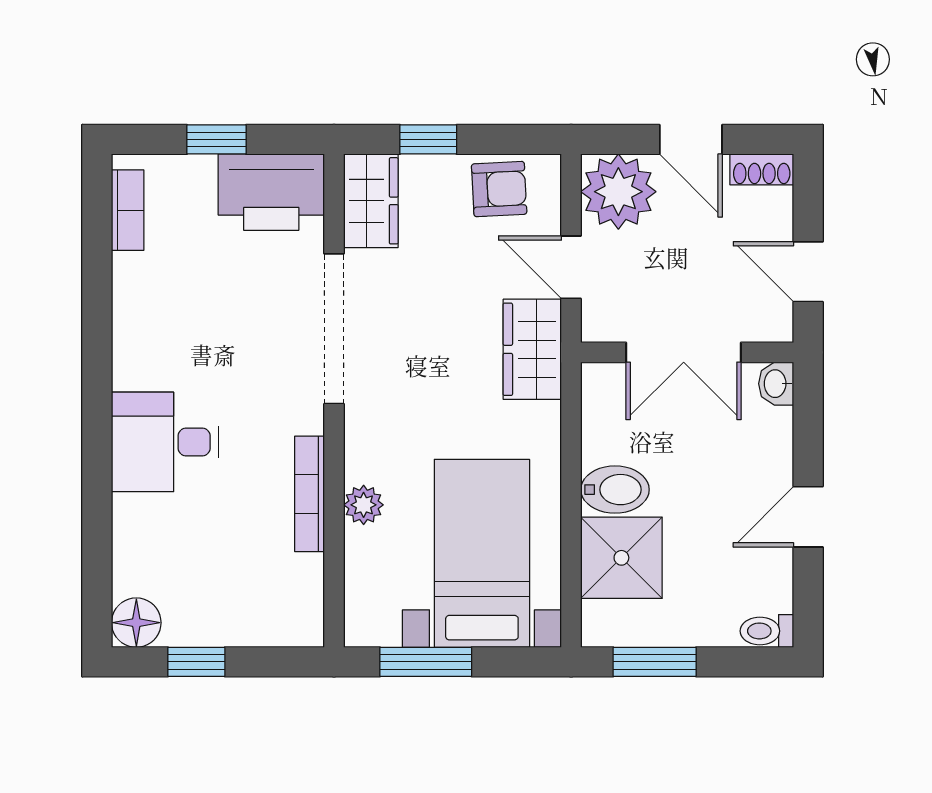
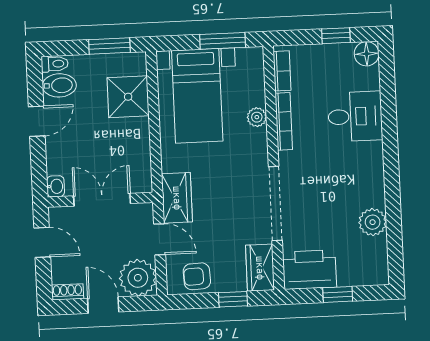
bookcase: (128, 210) -> (282, 71), moved, turned 180
plant: (140, 282) -> (373, 222), added
desk: (165, 442) -> (355, 116), moved
bidet: (615, 490) -> (59, 85), moved, turned 180

